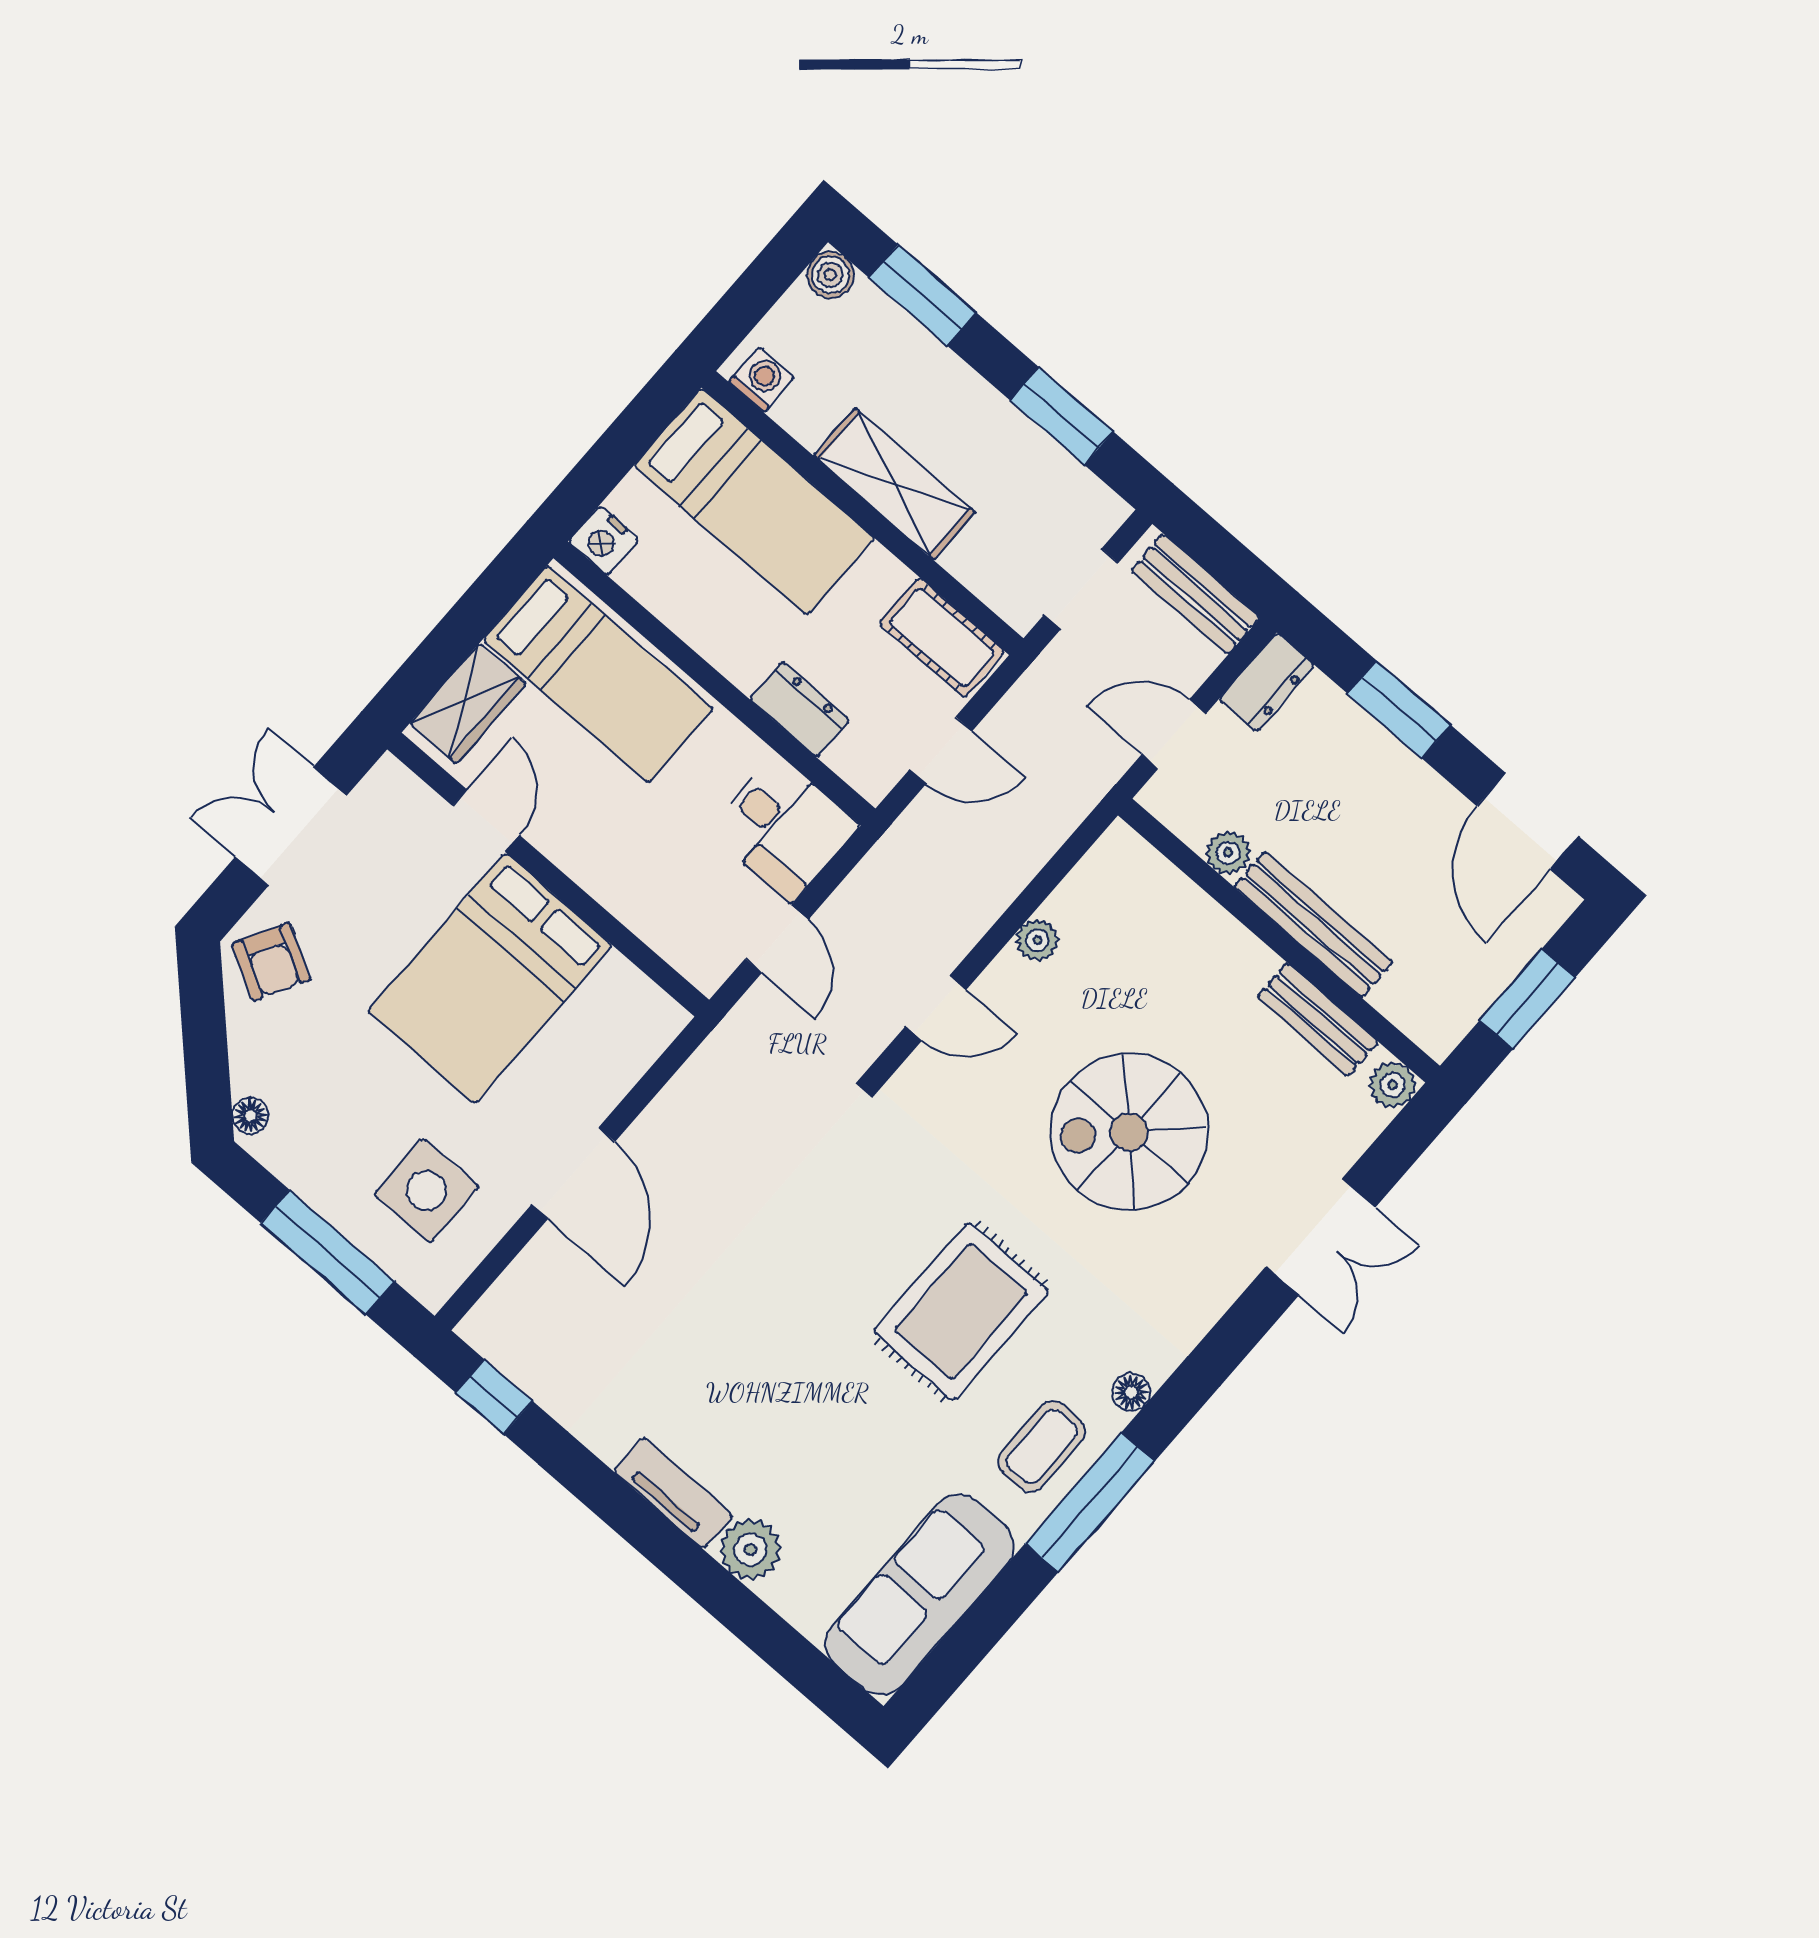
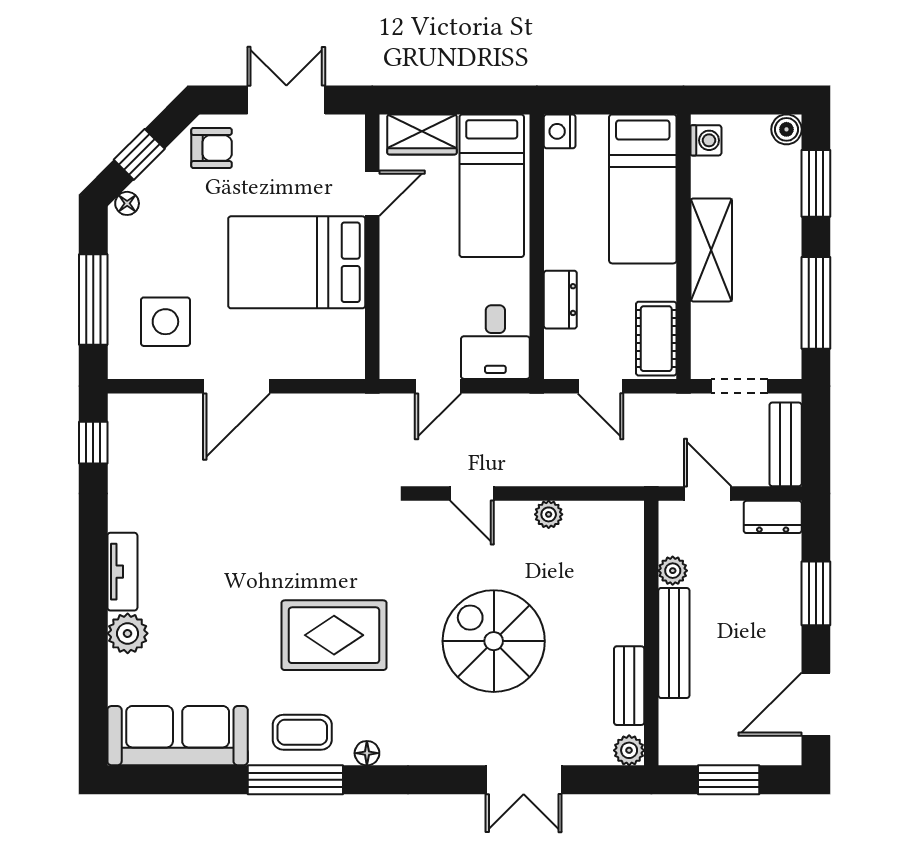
window: (1062, 416) -> (816, 303), width x1.44
armchair: (271, 962) -> (211, 148), turned -119
window: (206, 1052) -> (139, 154), added

